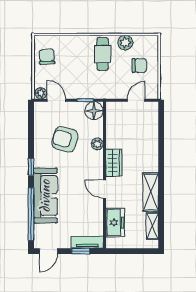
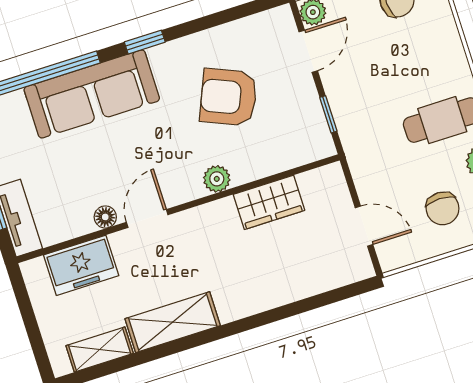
floor lamp: (94, 111) -> (105, 217), moved, width x0.53, depth x0.53
armchair: (65, 139) -> (229, 97), turned -82
plant: (97, 144) -> (217, 179), moved
wardrobe: (114, 163) -> (269, 202), moved

